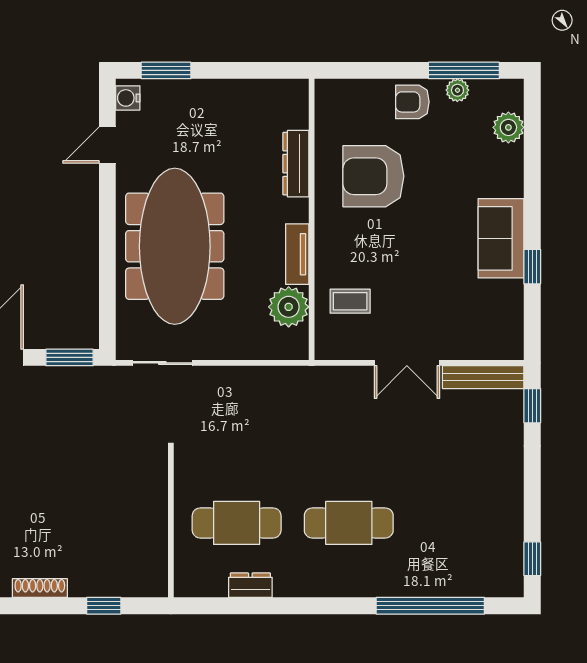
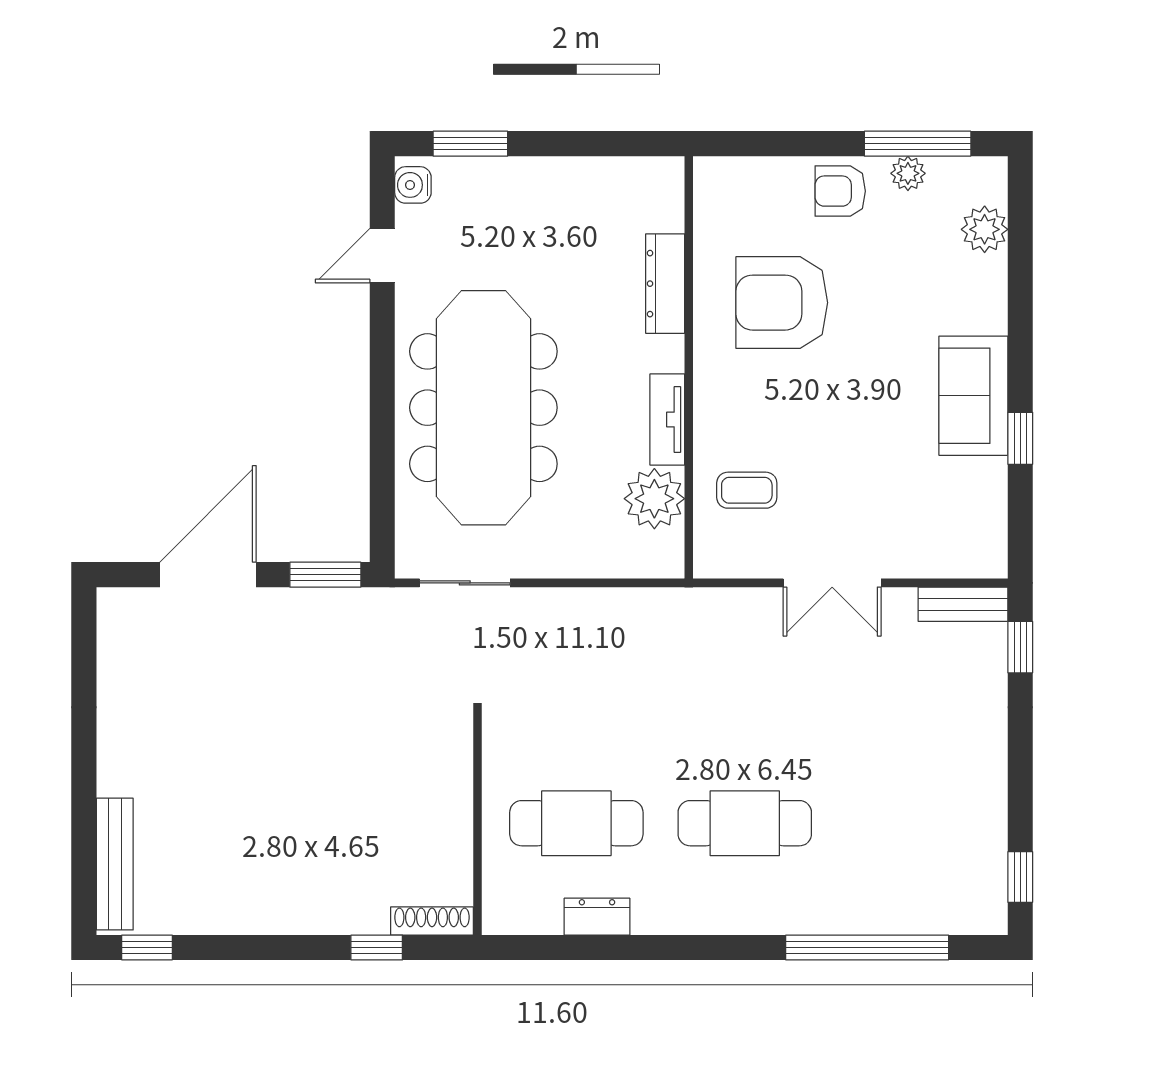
bench: (483, 377) -> (963, 604), width x0.73
shoe rack: (40, 588) -> (432, 921), moved

